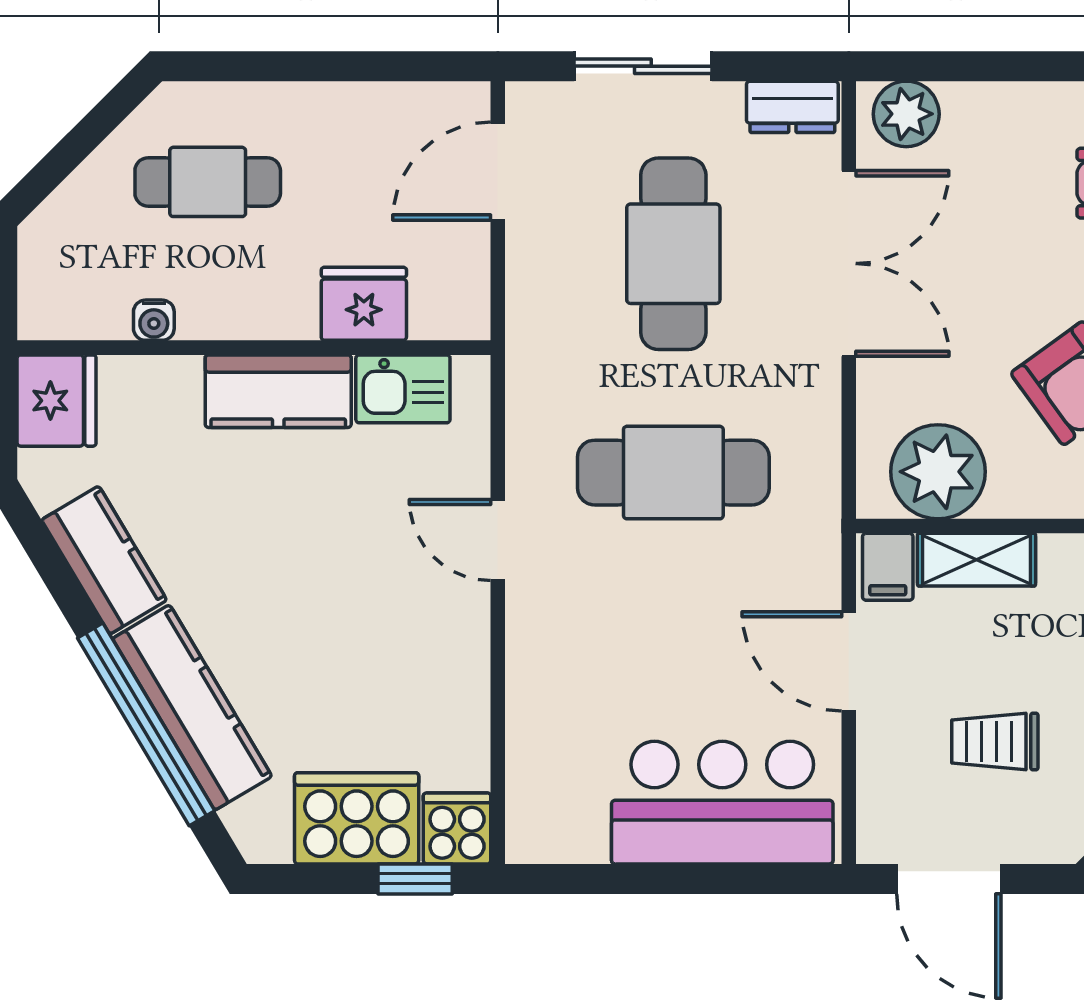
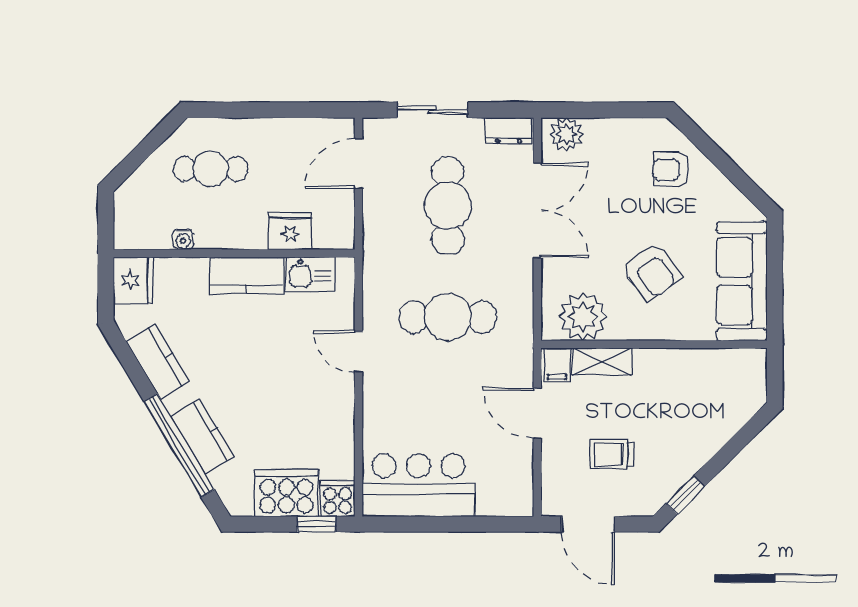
kitchen counter: (192, 707) -> (203, 437), width x0.67
bar counter: (722, 803) -> (418, 485), moved

